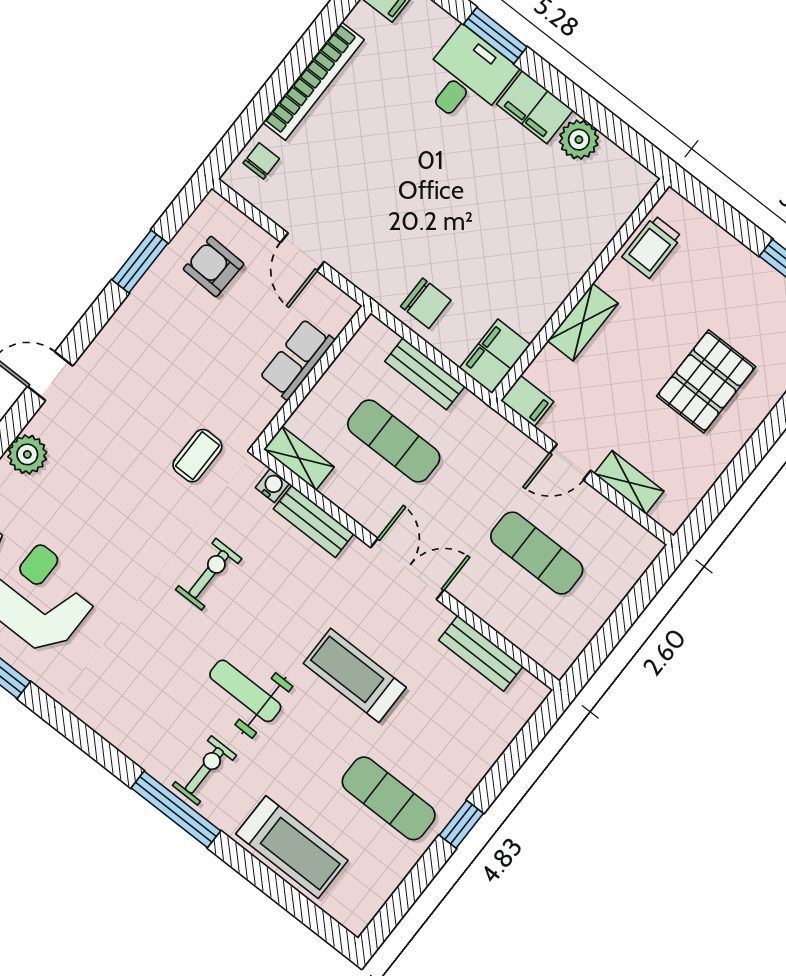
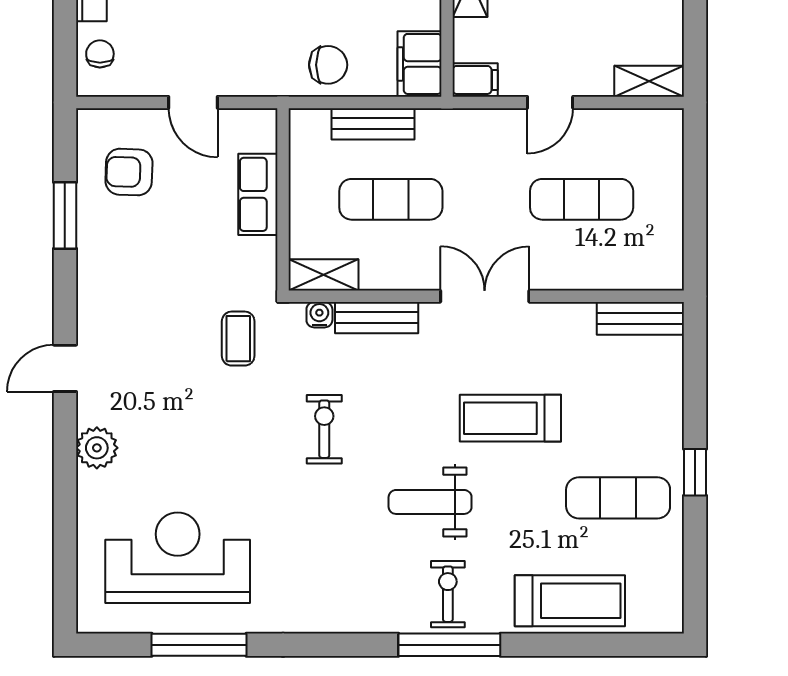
shelving: (629, 482) -> (649, 81), moved
bench: (481, 653) -> (640, 318), moved

